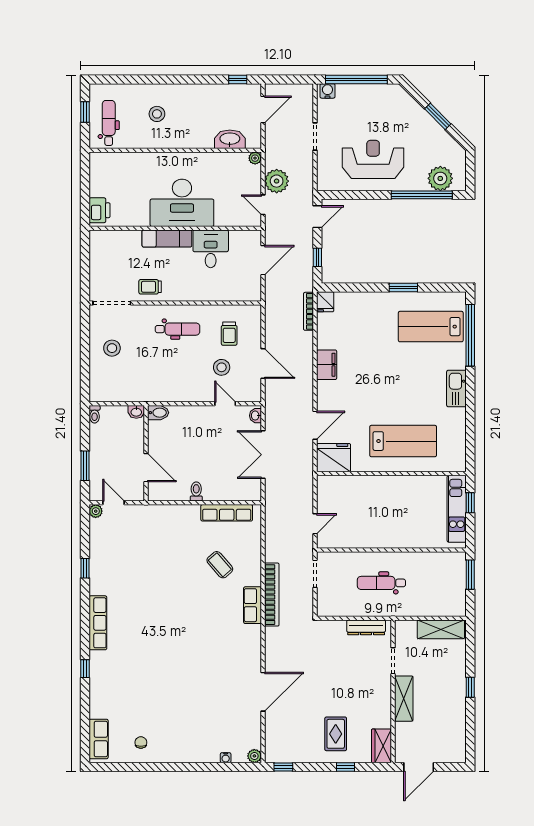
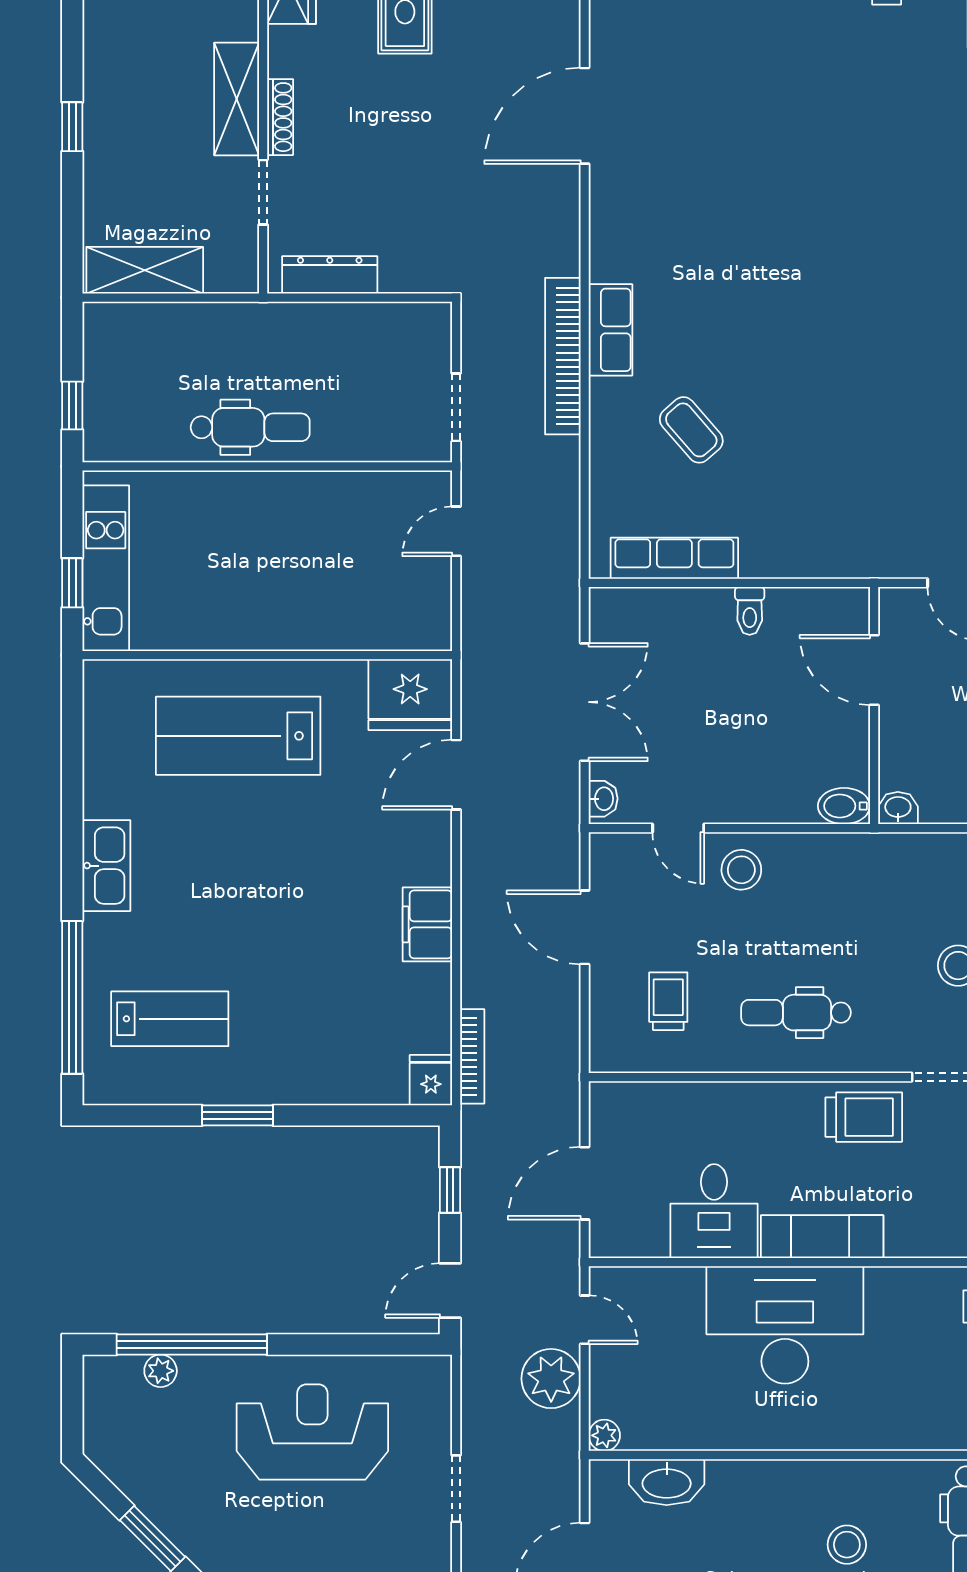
reception desk: (373, 159) -> (312, 1432), turned 180
plant: (440, 178) -> (161, 1371), width x0.53, depth x0.53
trolley: (150, 287) -> (864, 1117), width x1.36, depth x1.39
lab bench: (431, 327) -> (170, 1019), width x0.73, depth x0.72
stool: (222, 367) -> (741, 870), moved
window: (470, 575) -> (72, 405), width x0.67
dental chair: (381, 583) -> (250, 427), moved
shoe rack: (386, 691) -> (280, 117), added

